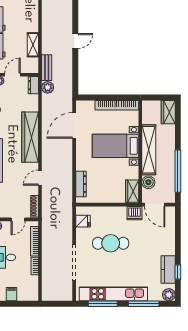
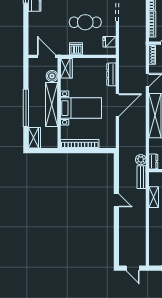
door: (75, 41) -> (116, 200), swing flipped
door: (74, 125) -> (117, 105), moved
window: (178, 171) -> (26, 108), moved
dishwasher: (135, 213) -> (76, 49), moved

